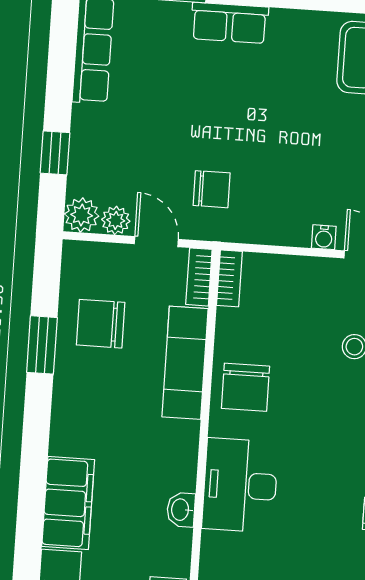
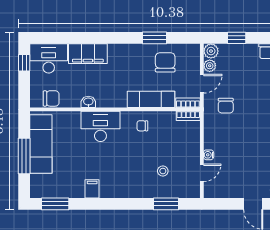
chair: (245, 387) -> (142, 126), width x0.54, depth x0.54

